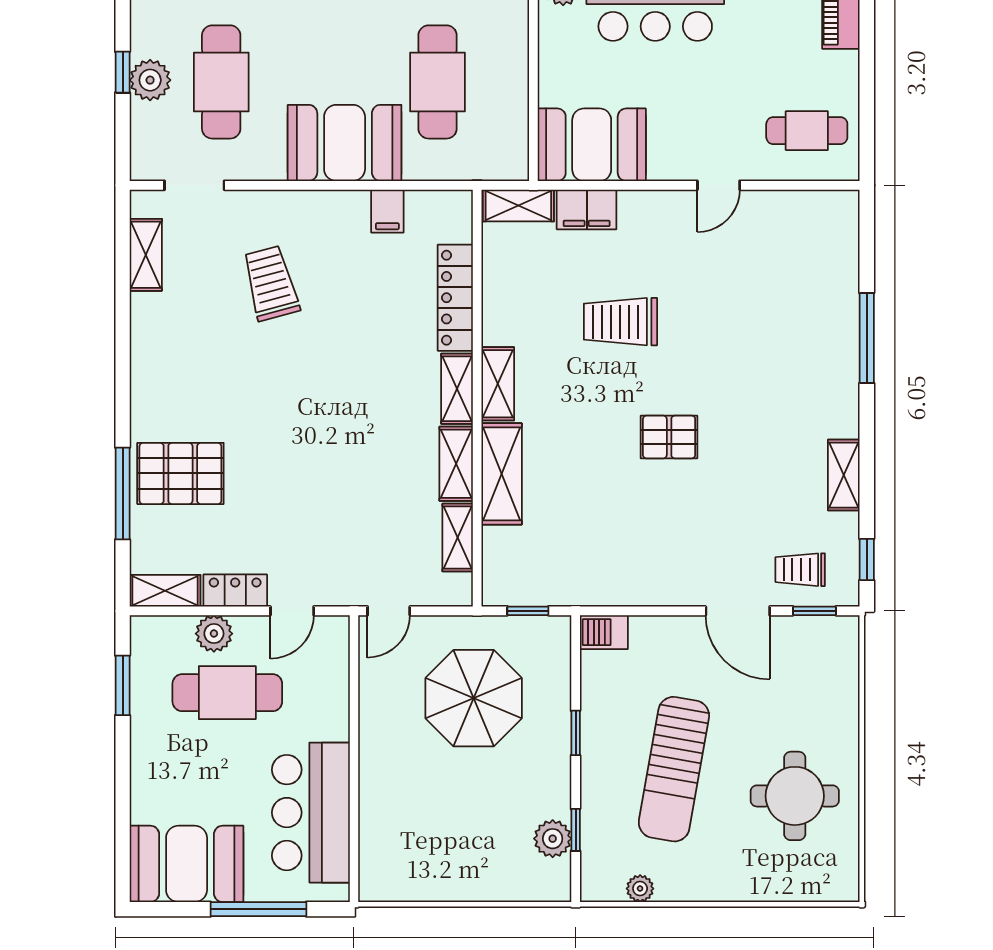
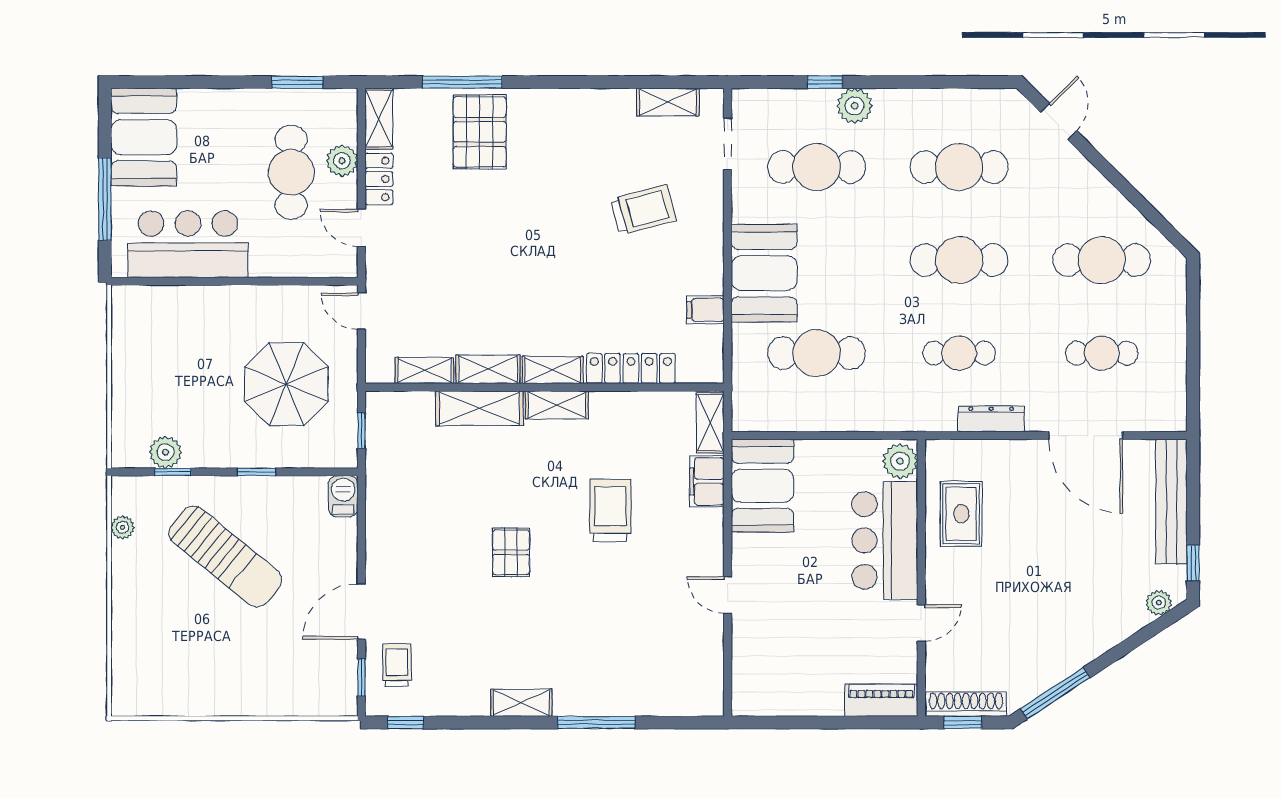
plant: (150, 80) -> (855, 106), moved
cafe table: (807, 131) -> (775, 671), removed
shelving: (844, 475) -> (521, 703), moved
sun lounger: (674, 769) -> (225, 557), turned -151
round table: (795, 796) -> (202, 660), removed

